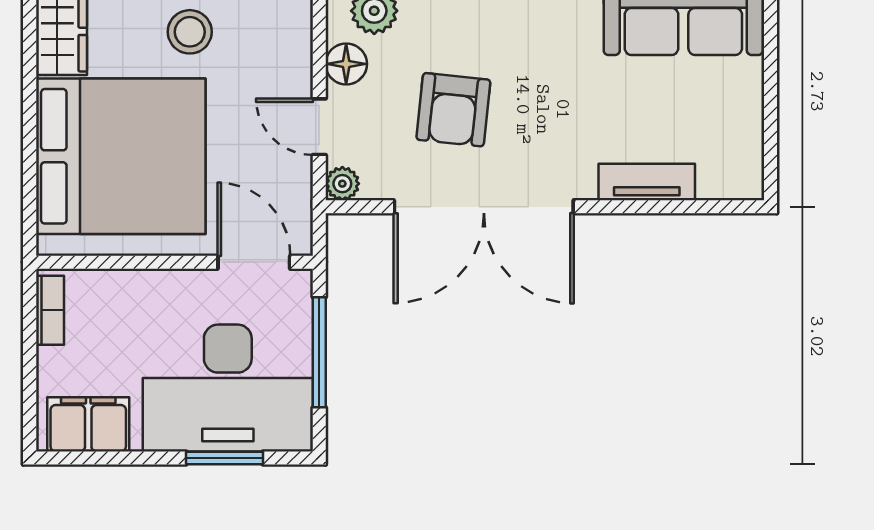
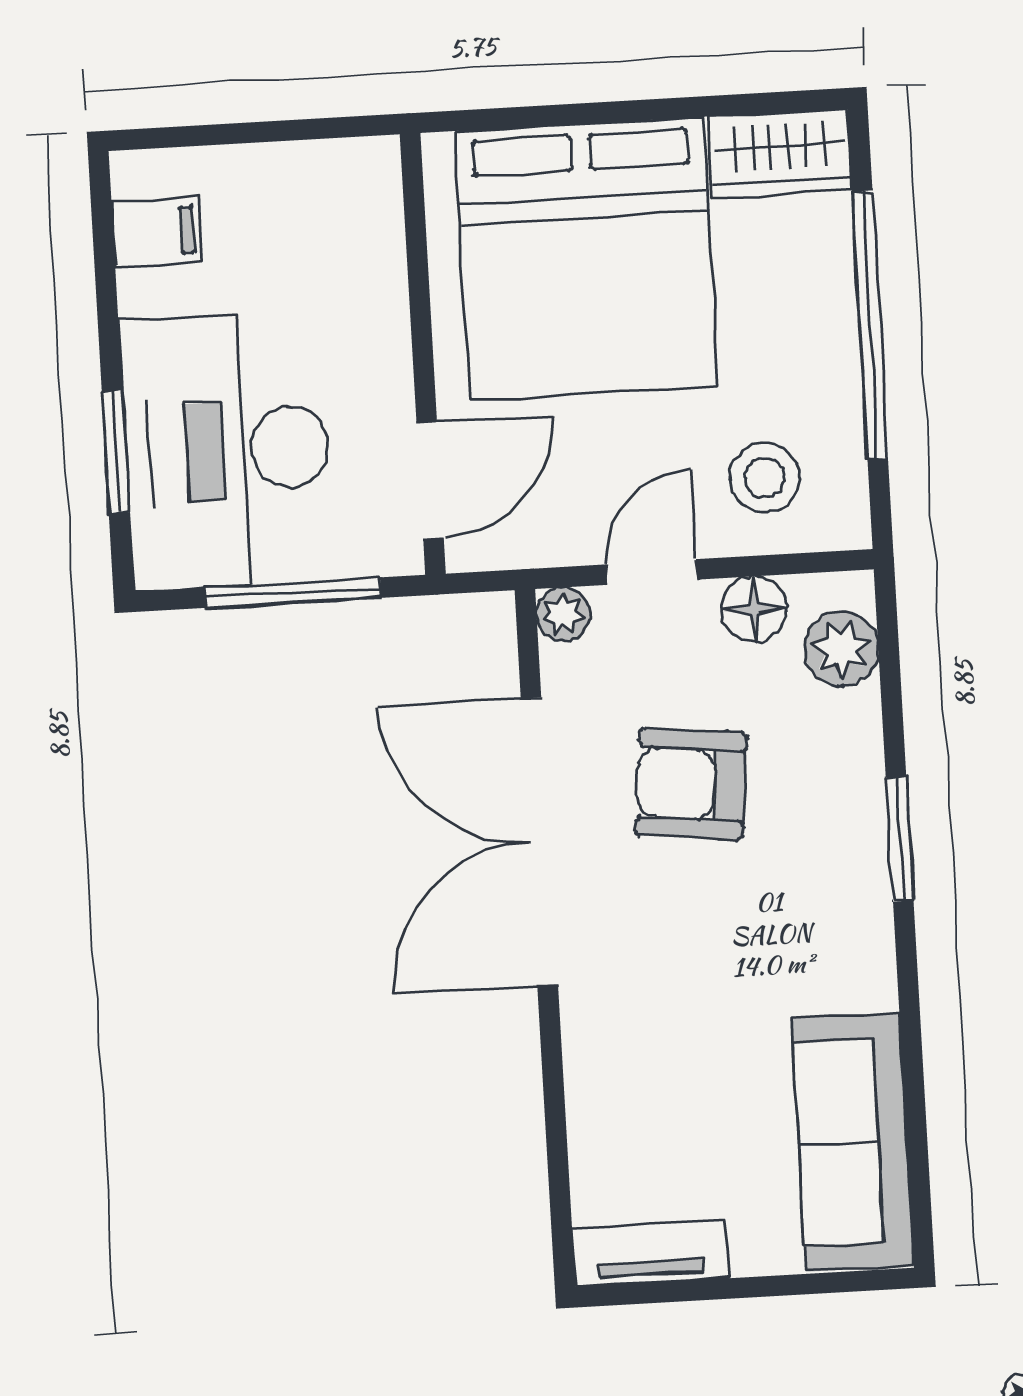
stool: (190, 32) -> (765, 478), moved
tv unit: (647, 182) -> (650, 1254), moved, turned -90
bookcase: (50, 310) -> (335, 160), removed
filing cabinet: (88, 424) -> (157, 232), width x0.50

